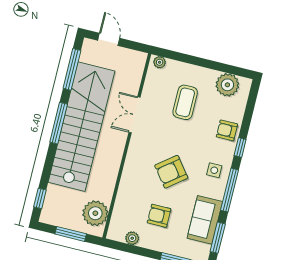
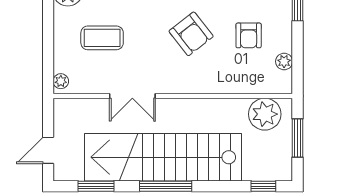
window: (72, 69) -> (96, 186), width x0.69

